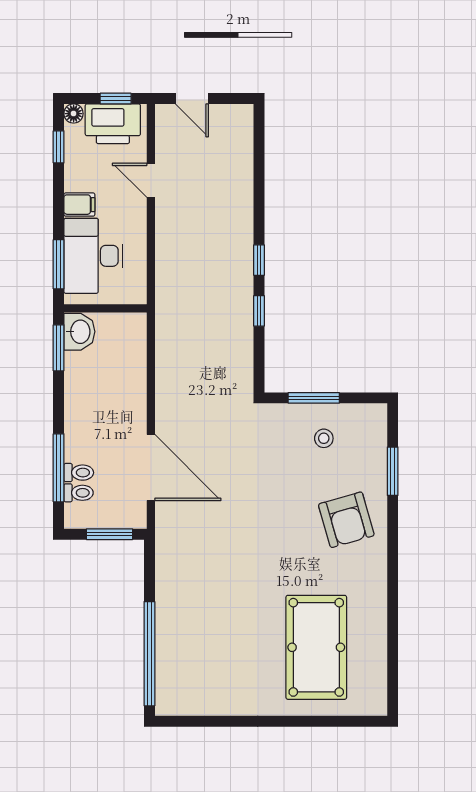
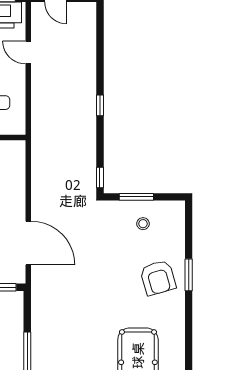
window: (259, 311) -> (100, 177), moved
window: (393, 471) -> (189, 275), moved

